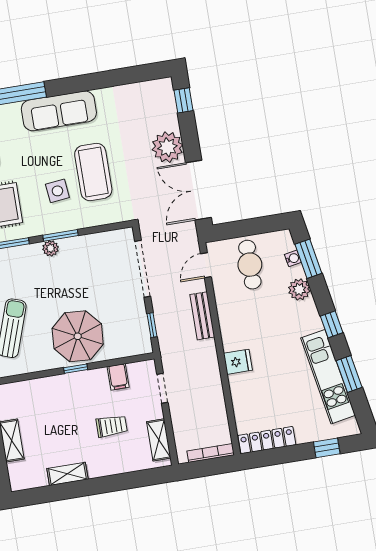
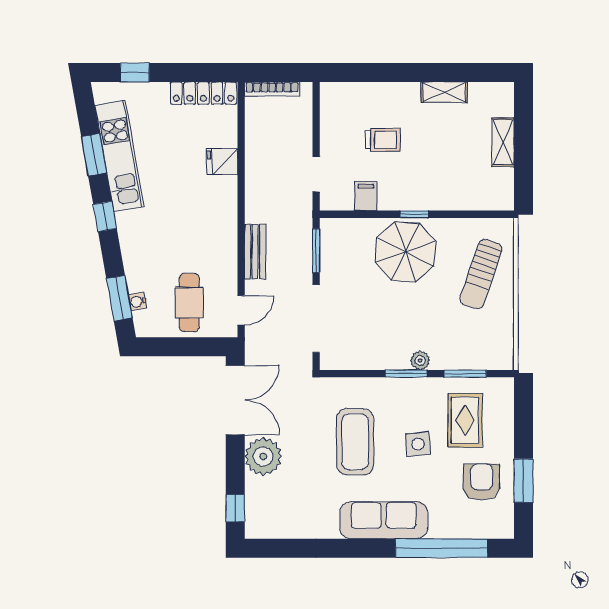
side table: (57, 191) -> (418, 444), moved
plant: (299, 289) -> (136, 264), removed
window: (152, 325) -> (316, 251), width x1.50
fridge: (238, 362) -> (222, 162), moved
trolley: (112, 426) -> (383, 140), turned 180
shelving: (159, 440) -> (330, 114), removed

